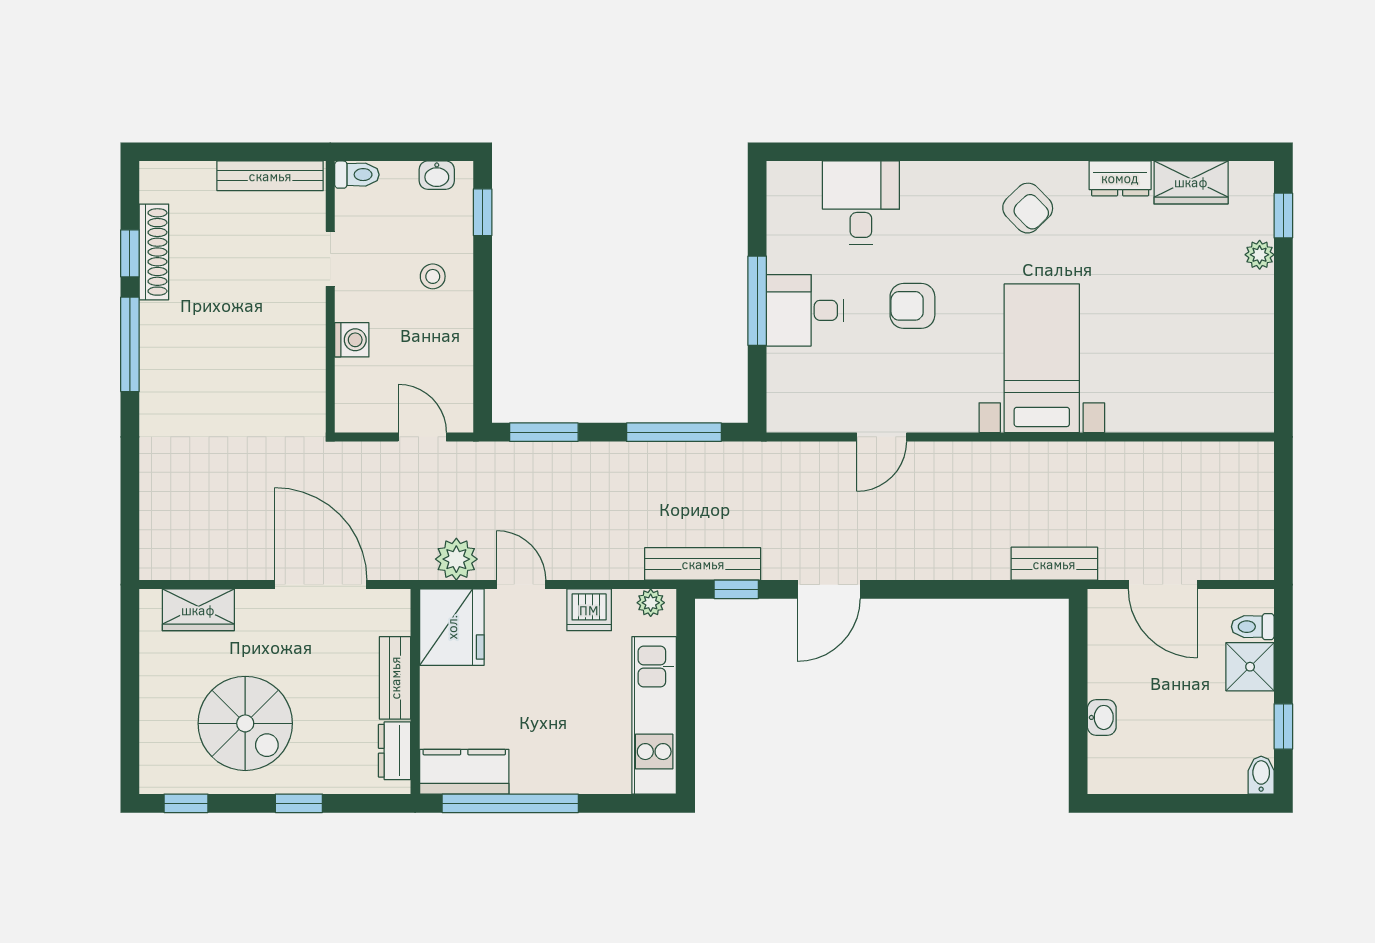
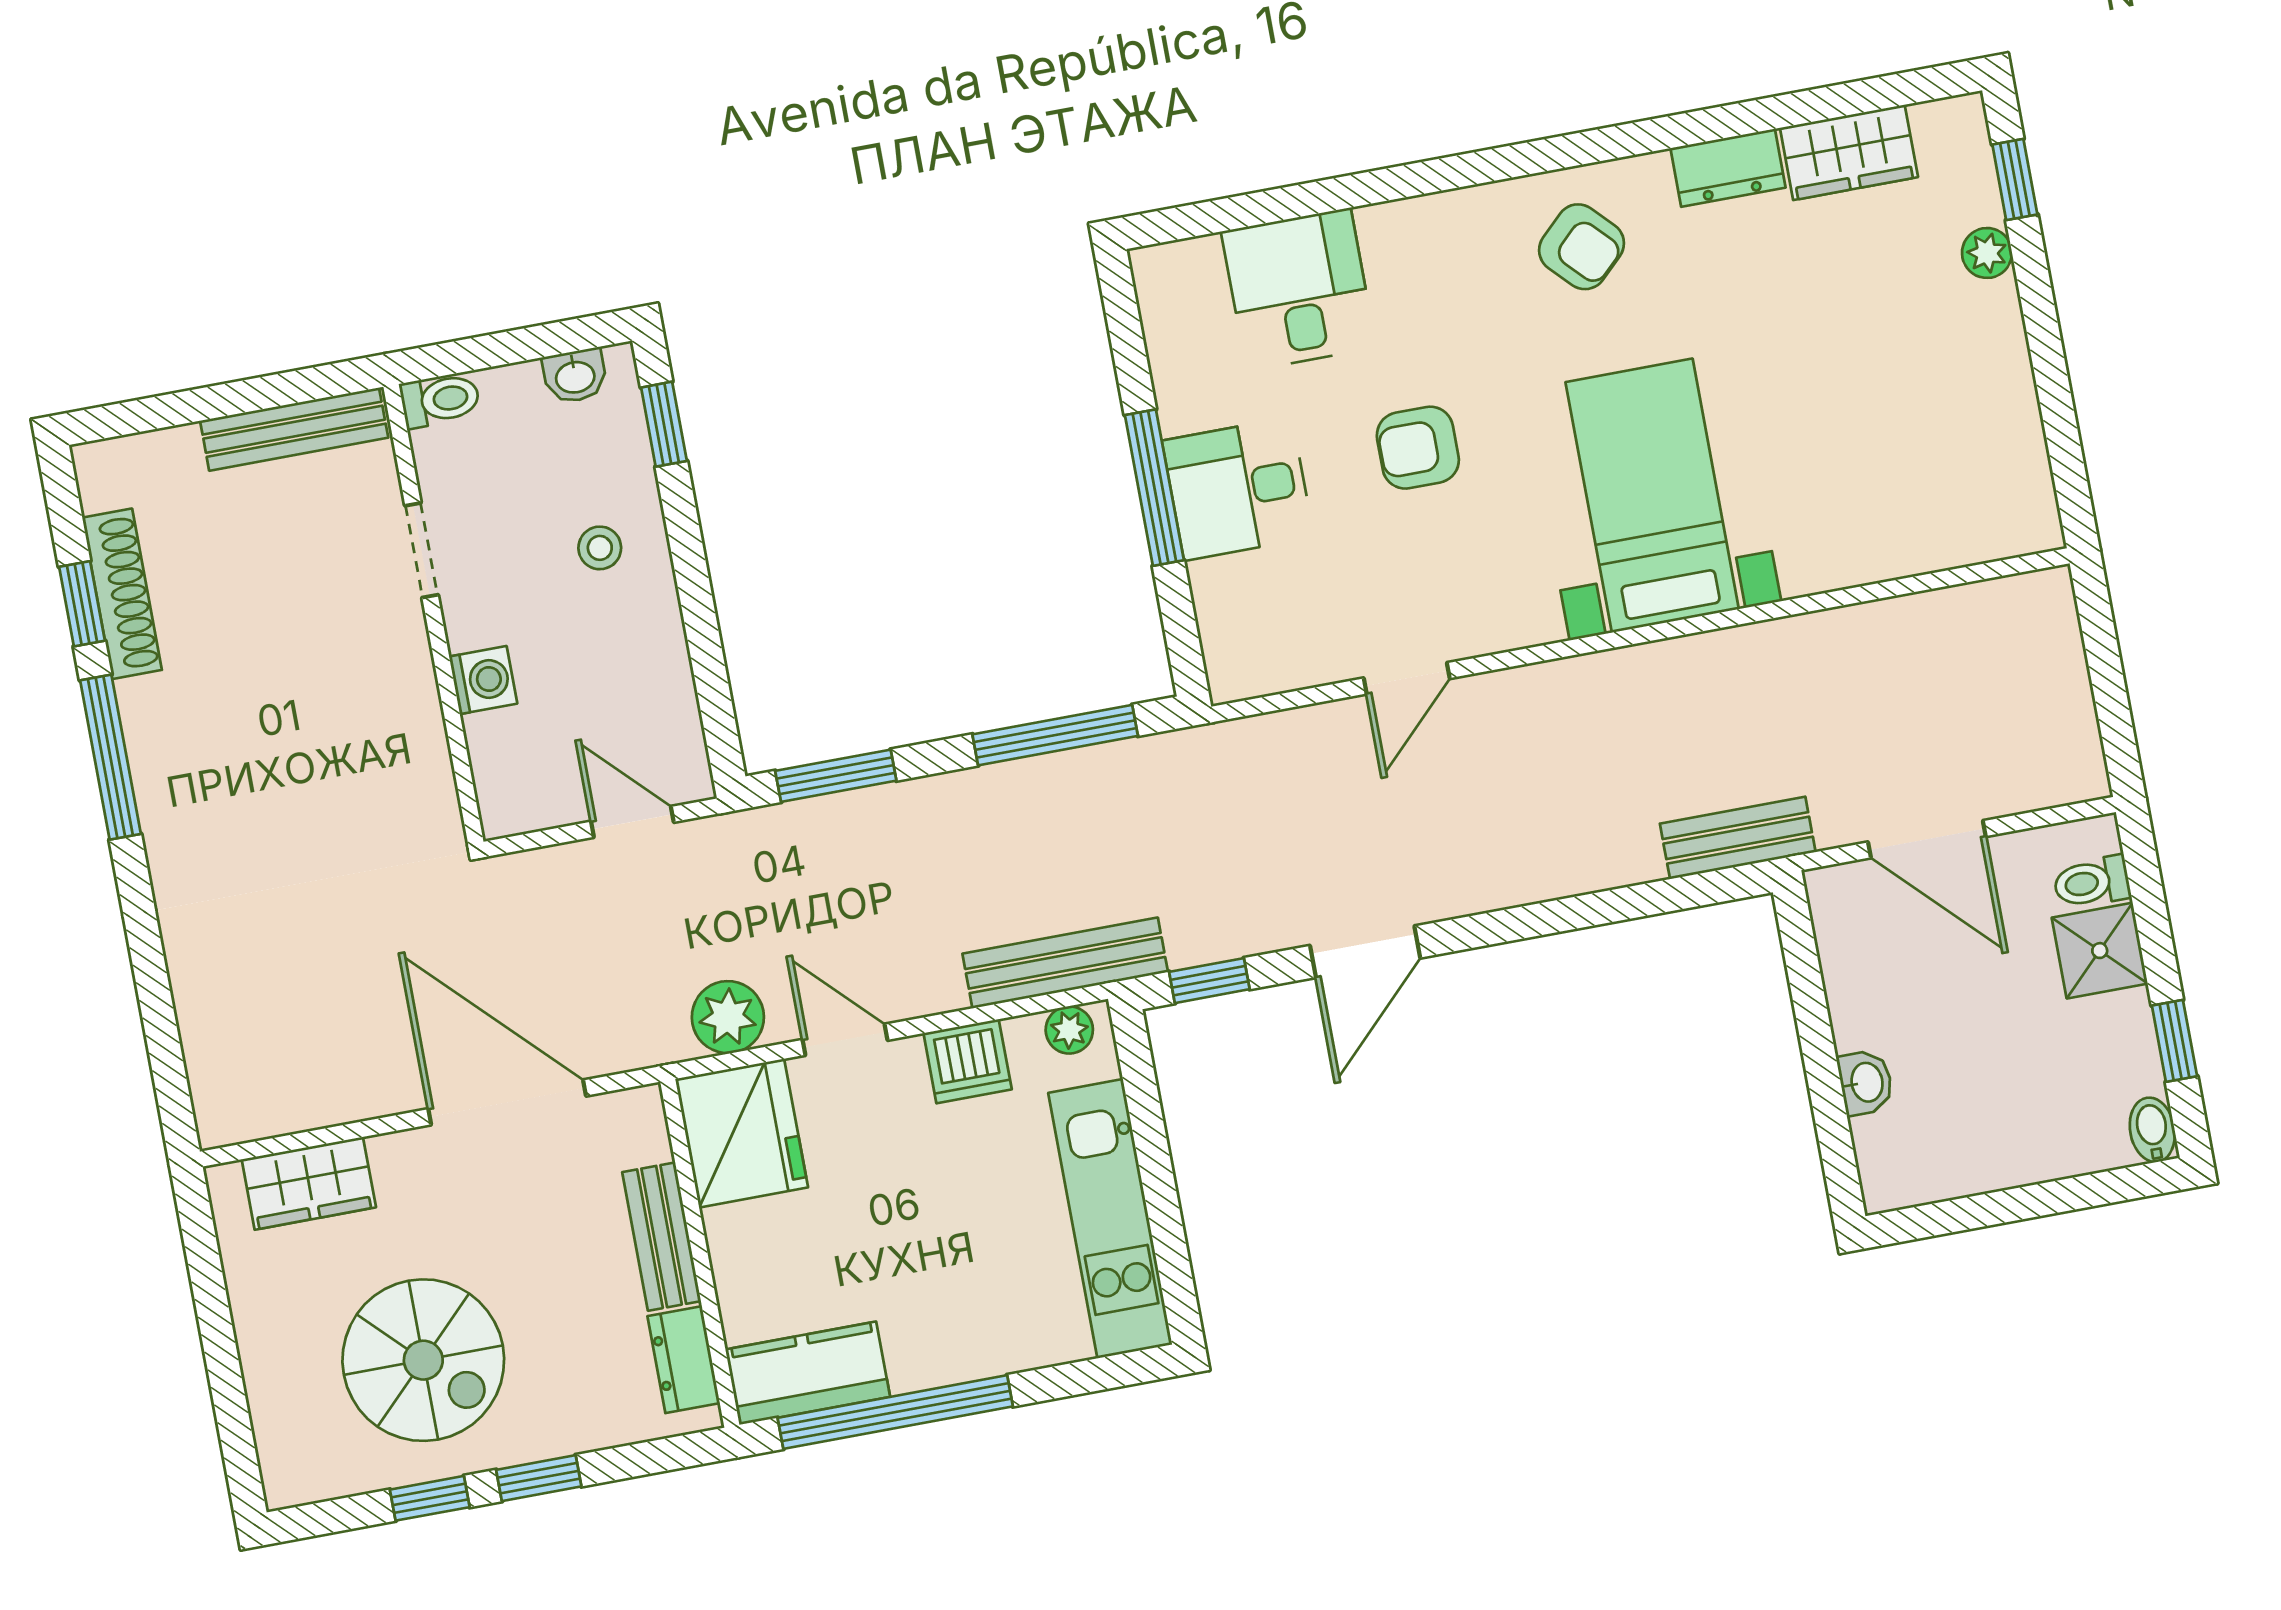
bench: (703, 564) -> (1065, 963), moved
window: (186, 803) -> (430, 1498), moved

